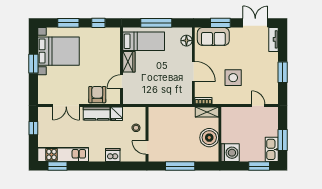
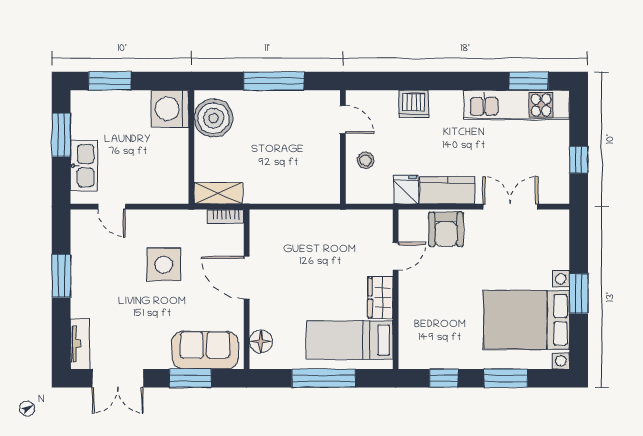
boiler: (209, 138) -> (213, 118), moved
kitchen sink: (272, 149) -> (84, 166), moved

